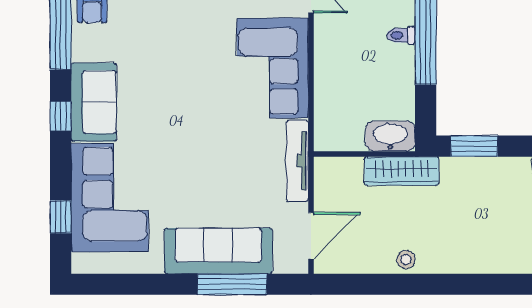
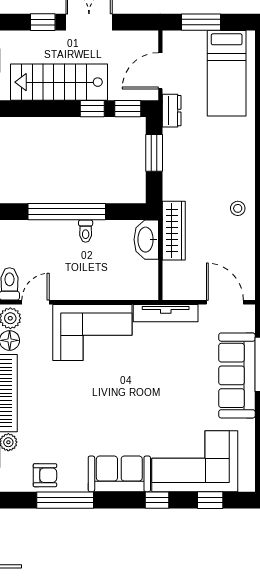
toilet: (401, 35) -> (86, 231), moved
window: (61, 116) -> (157, 500), moved
window: (474, 146) -> (154, 153), moved
stool: (406, 260) -> (238, 208), moved

